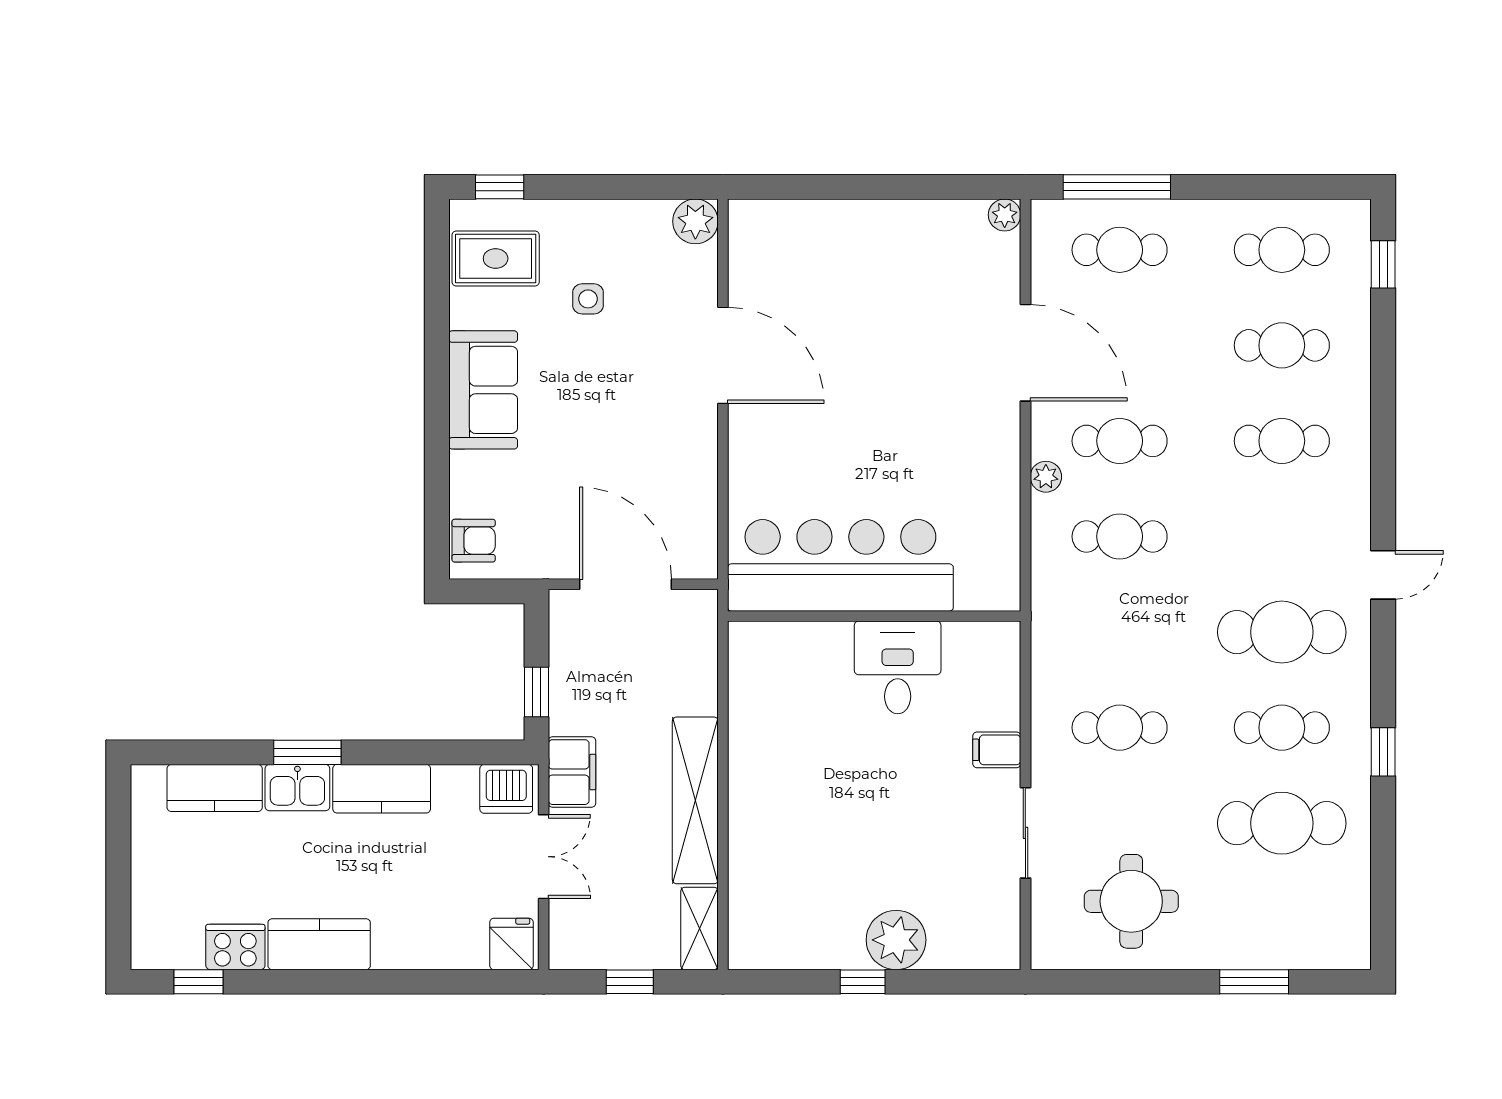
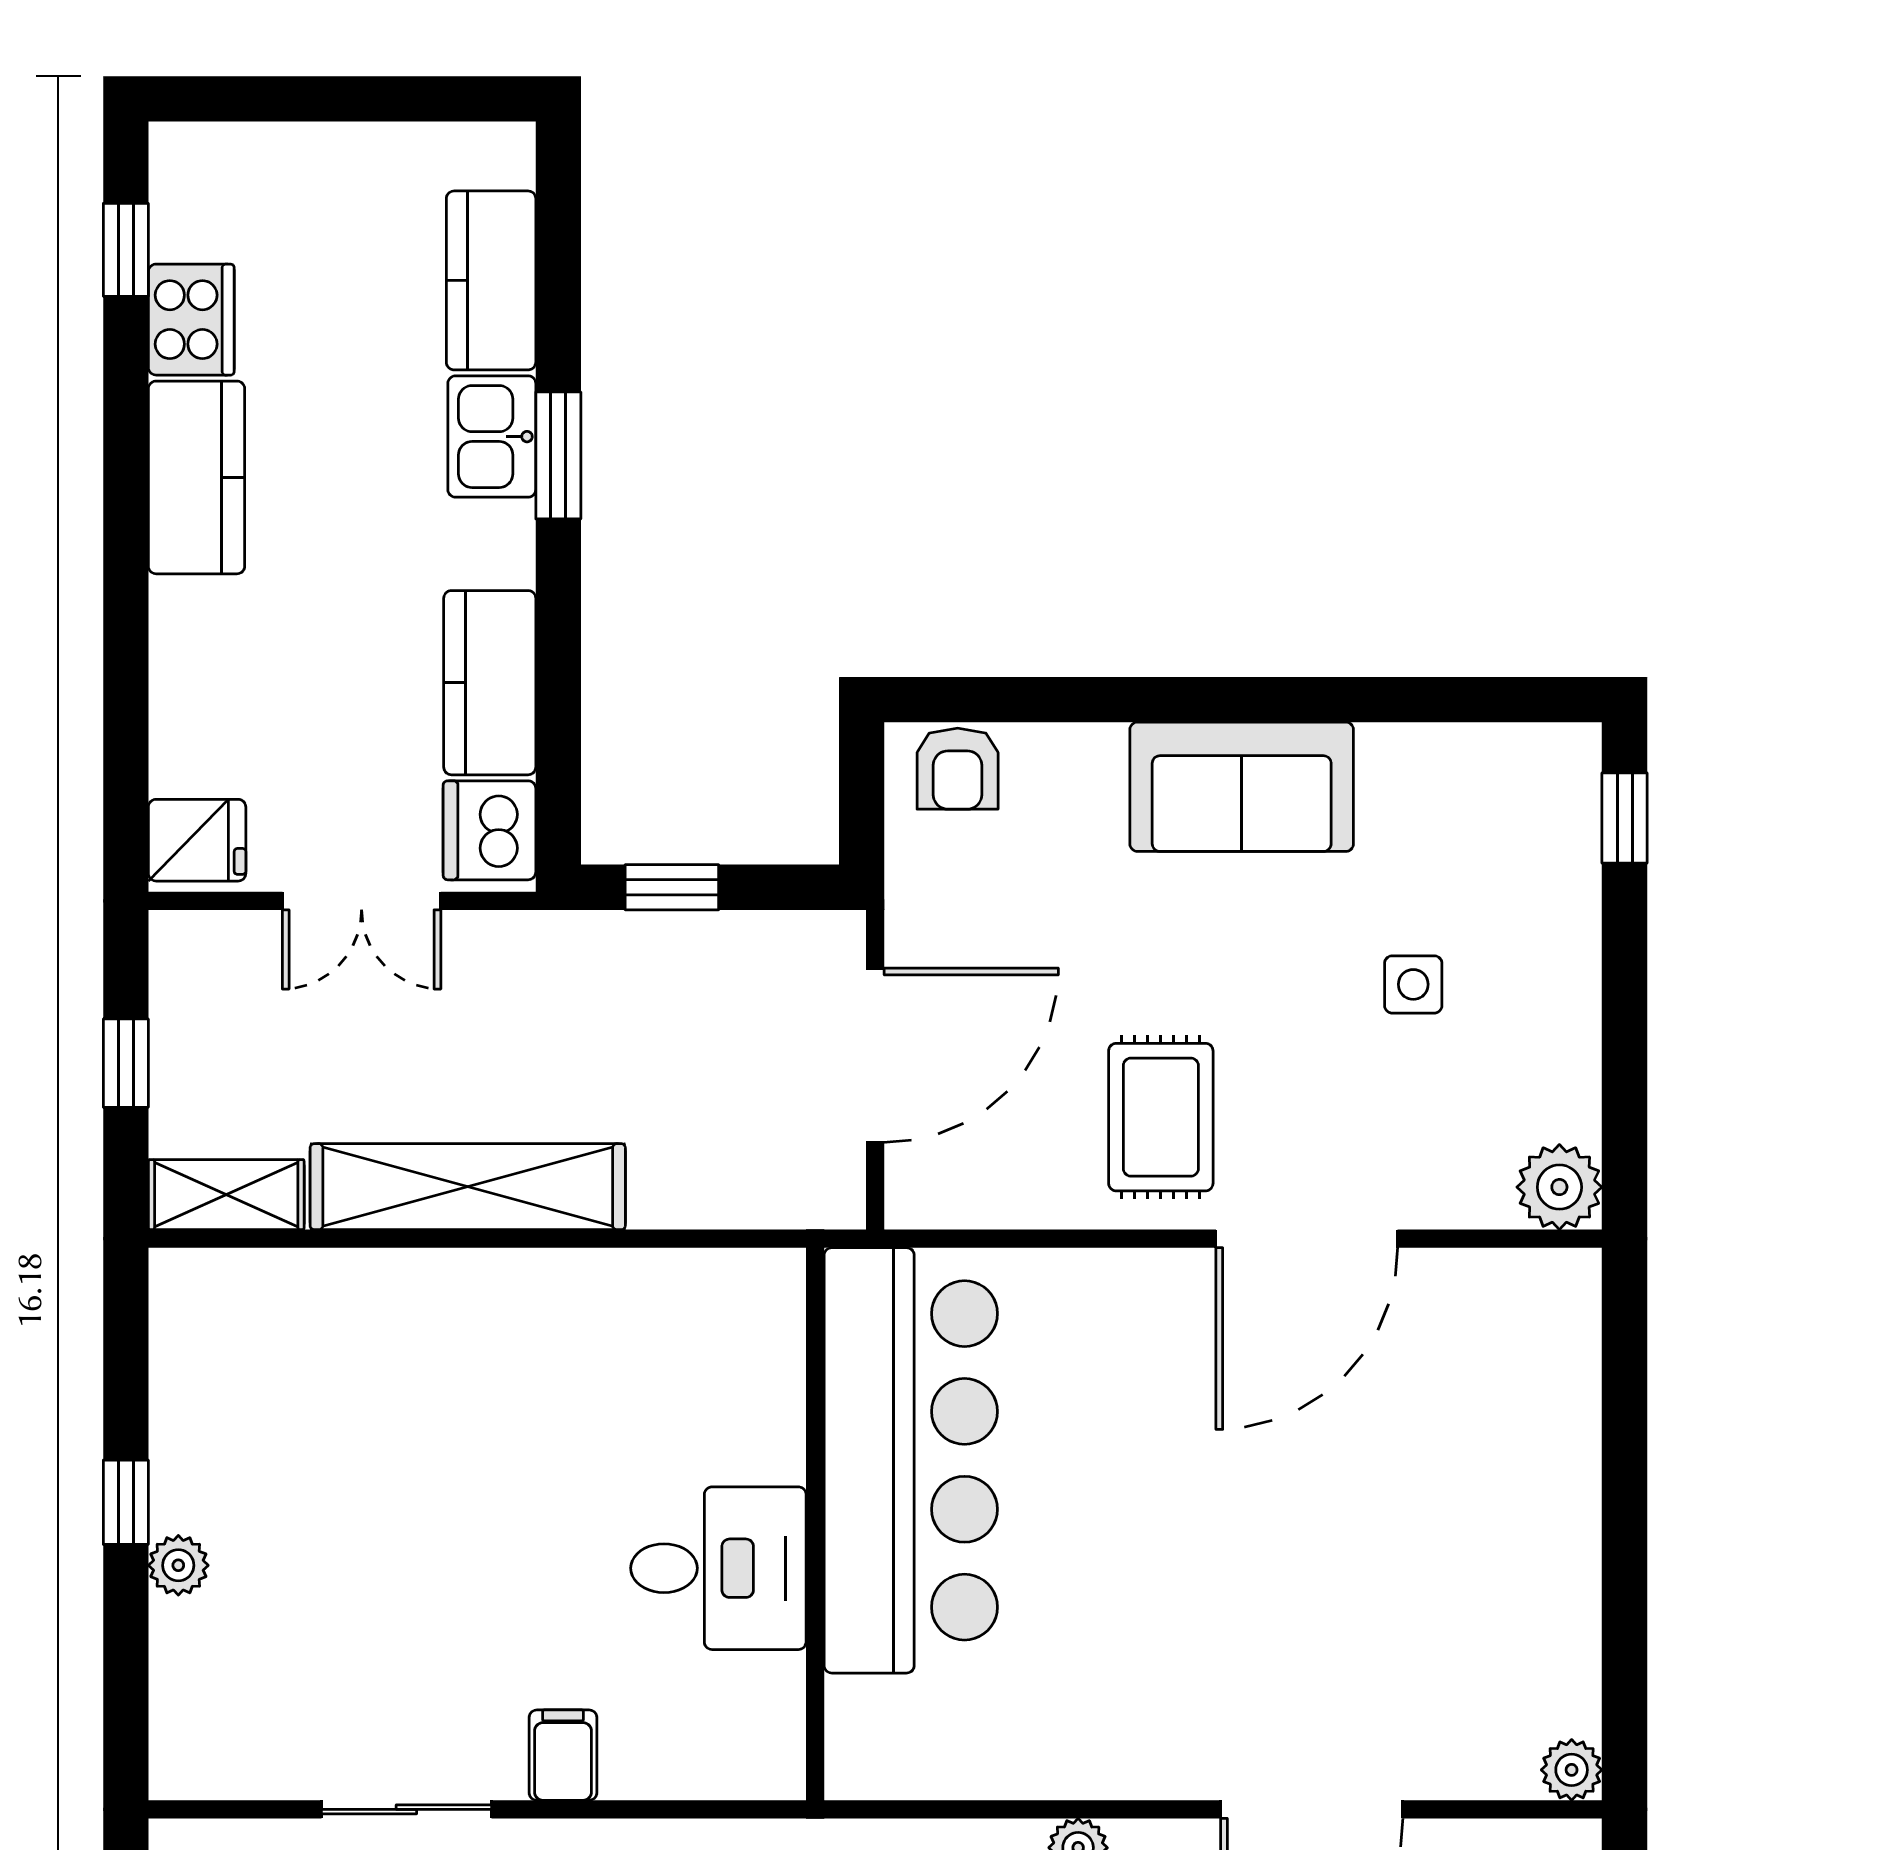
rug: (496, 258) -> (1161, 1117), moved
filing cabinet: (572, 772) -> (521, 954), removed
kitchen counter: (382, 789) -> (490, 683), moved
plant: (896, 940) -> (178, 1565), width x0.53, depth x0.53

